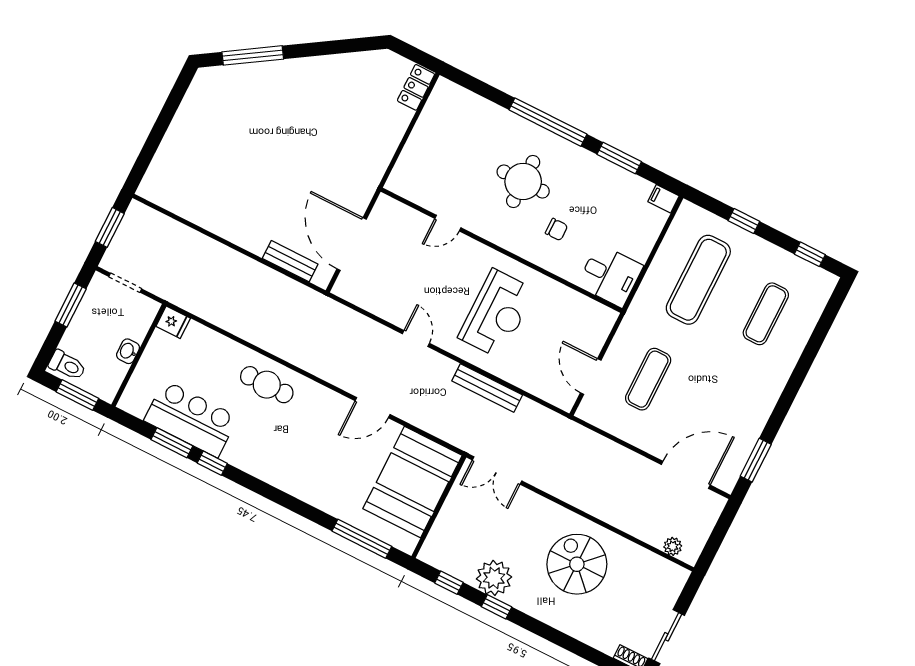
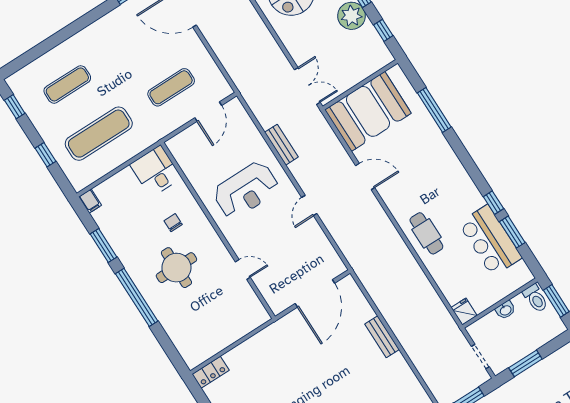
bench: (290, 261) -> (382, 337), moved
reception desk: (497, 314) -> (246, 190), turned 180
toilet: (67, 365) -> (535, 298), moved, turned 180
bench: (487, 388) -> (281, 145), width x0.73
window: (362, 539) -> (434, 110), moved

